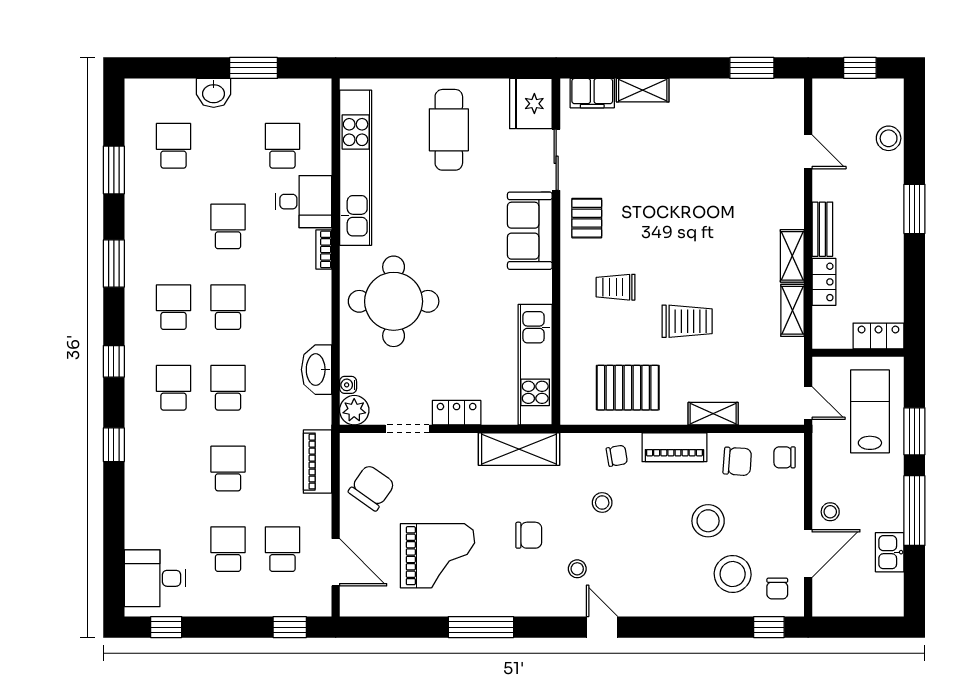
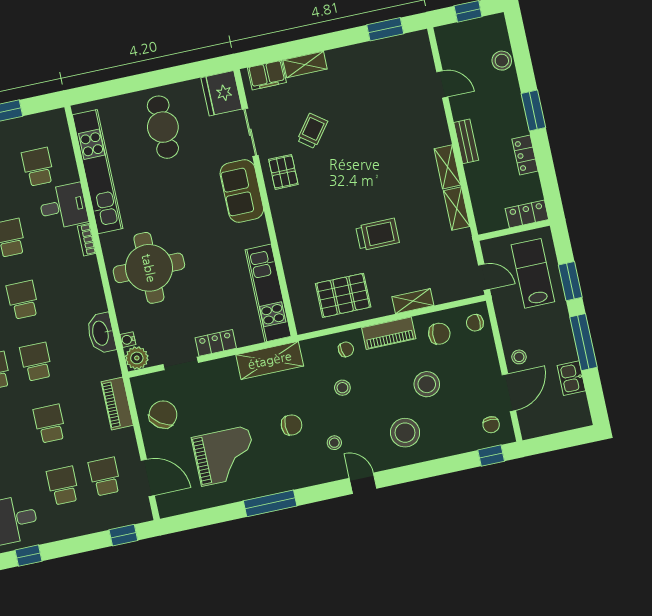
locker: (824, 282) -> (525, 155), moved, turned 180
trolley: (616, 287) -> (312, 131), moved, turned 127
stool: (733, 574) -> (405, 433), moved

